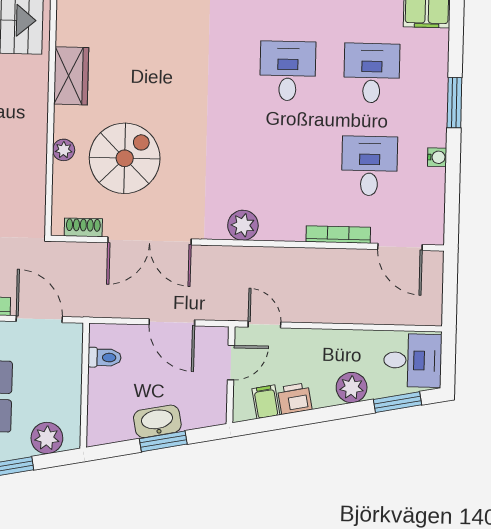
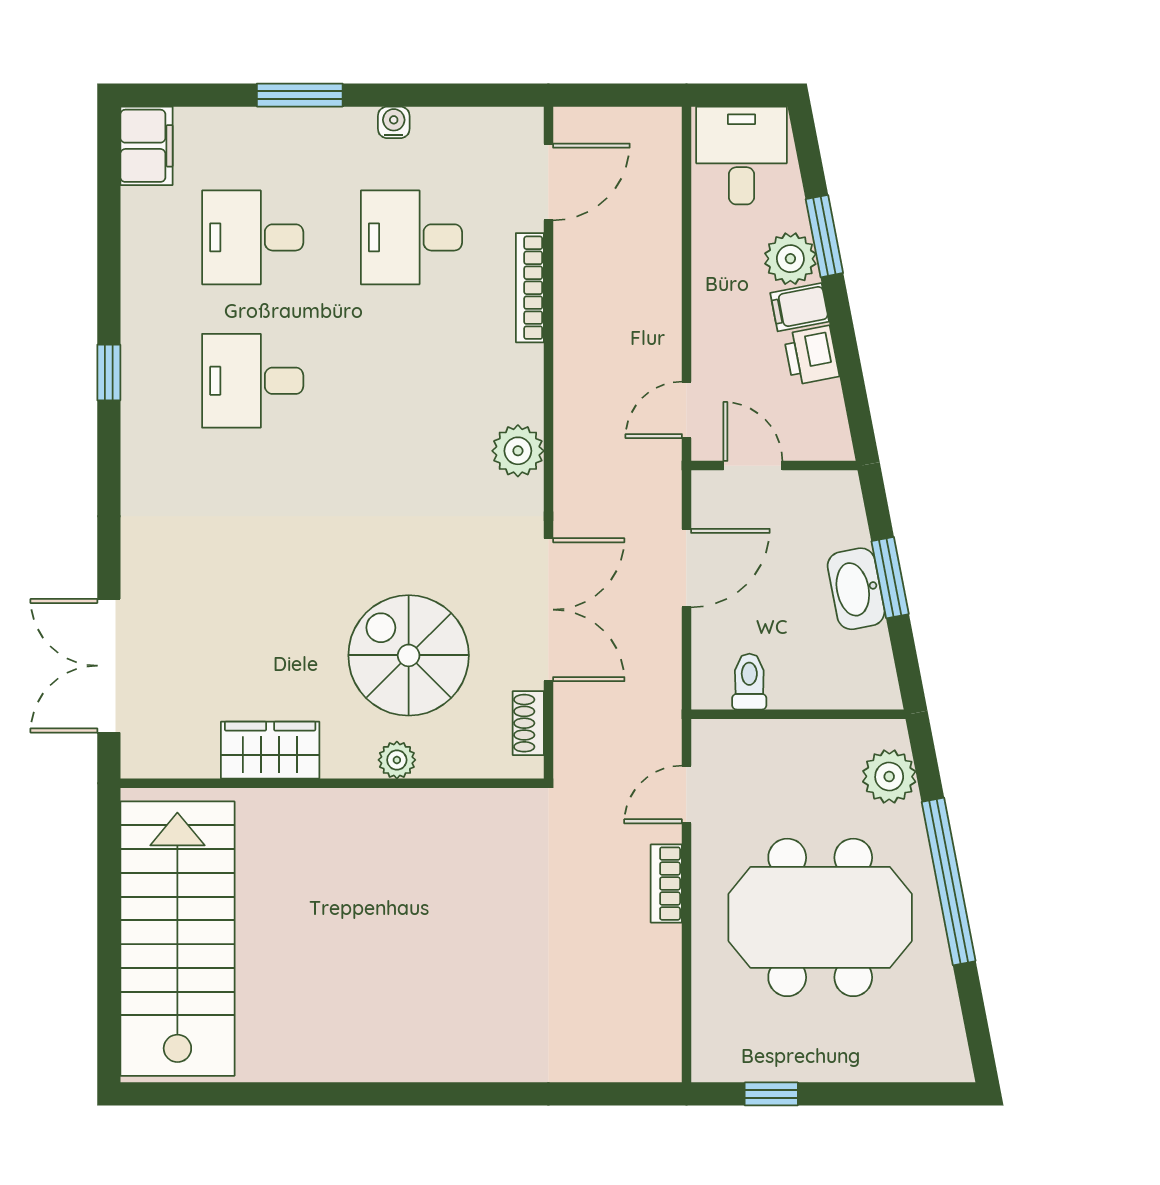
door: (39, 319) -> (686, 794), width x0.73
filing cabinet: (266, 402) -> (800, 307), moved
window: (398, 402) -> (824, 236), moved

